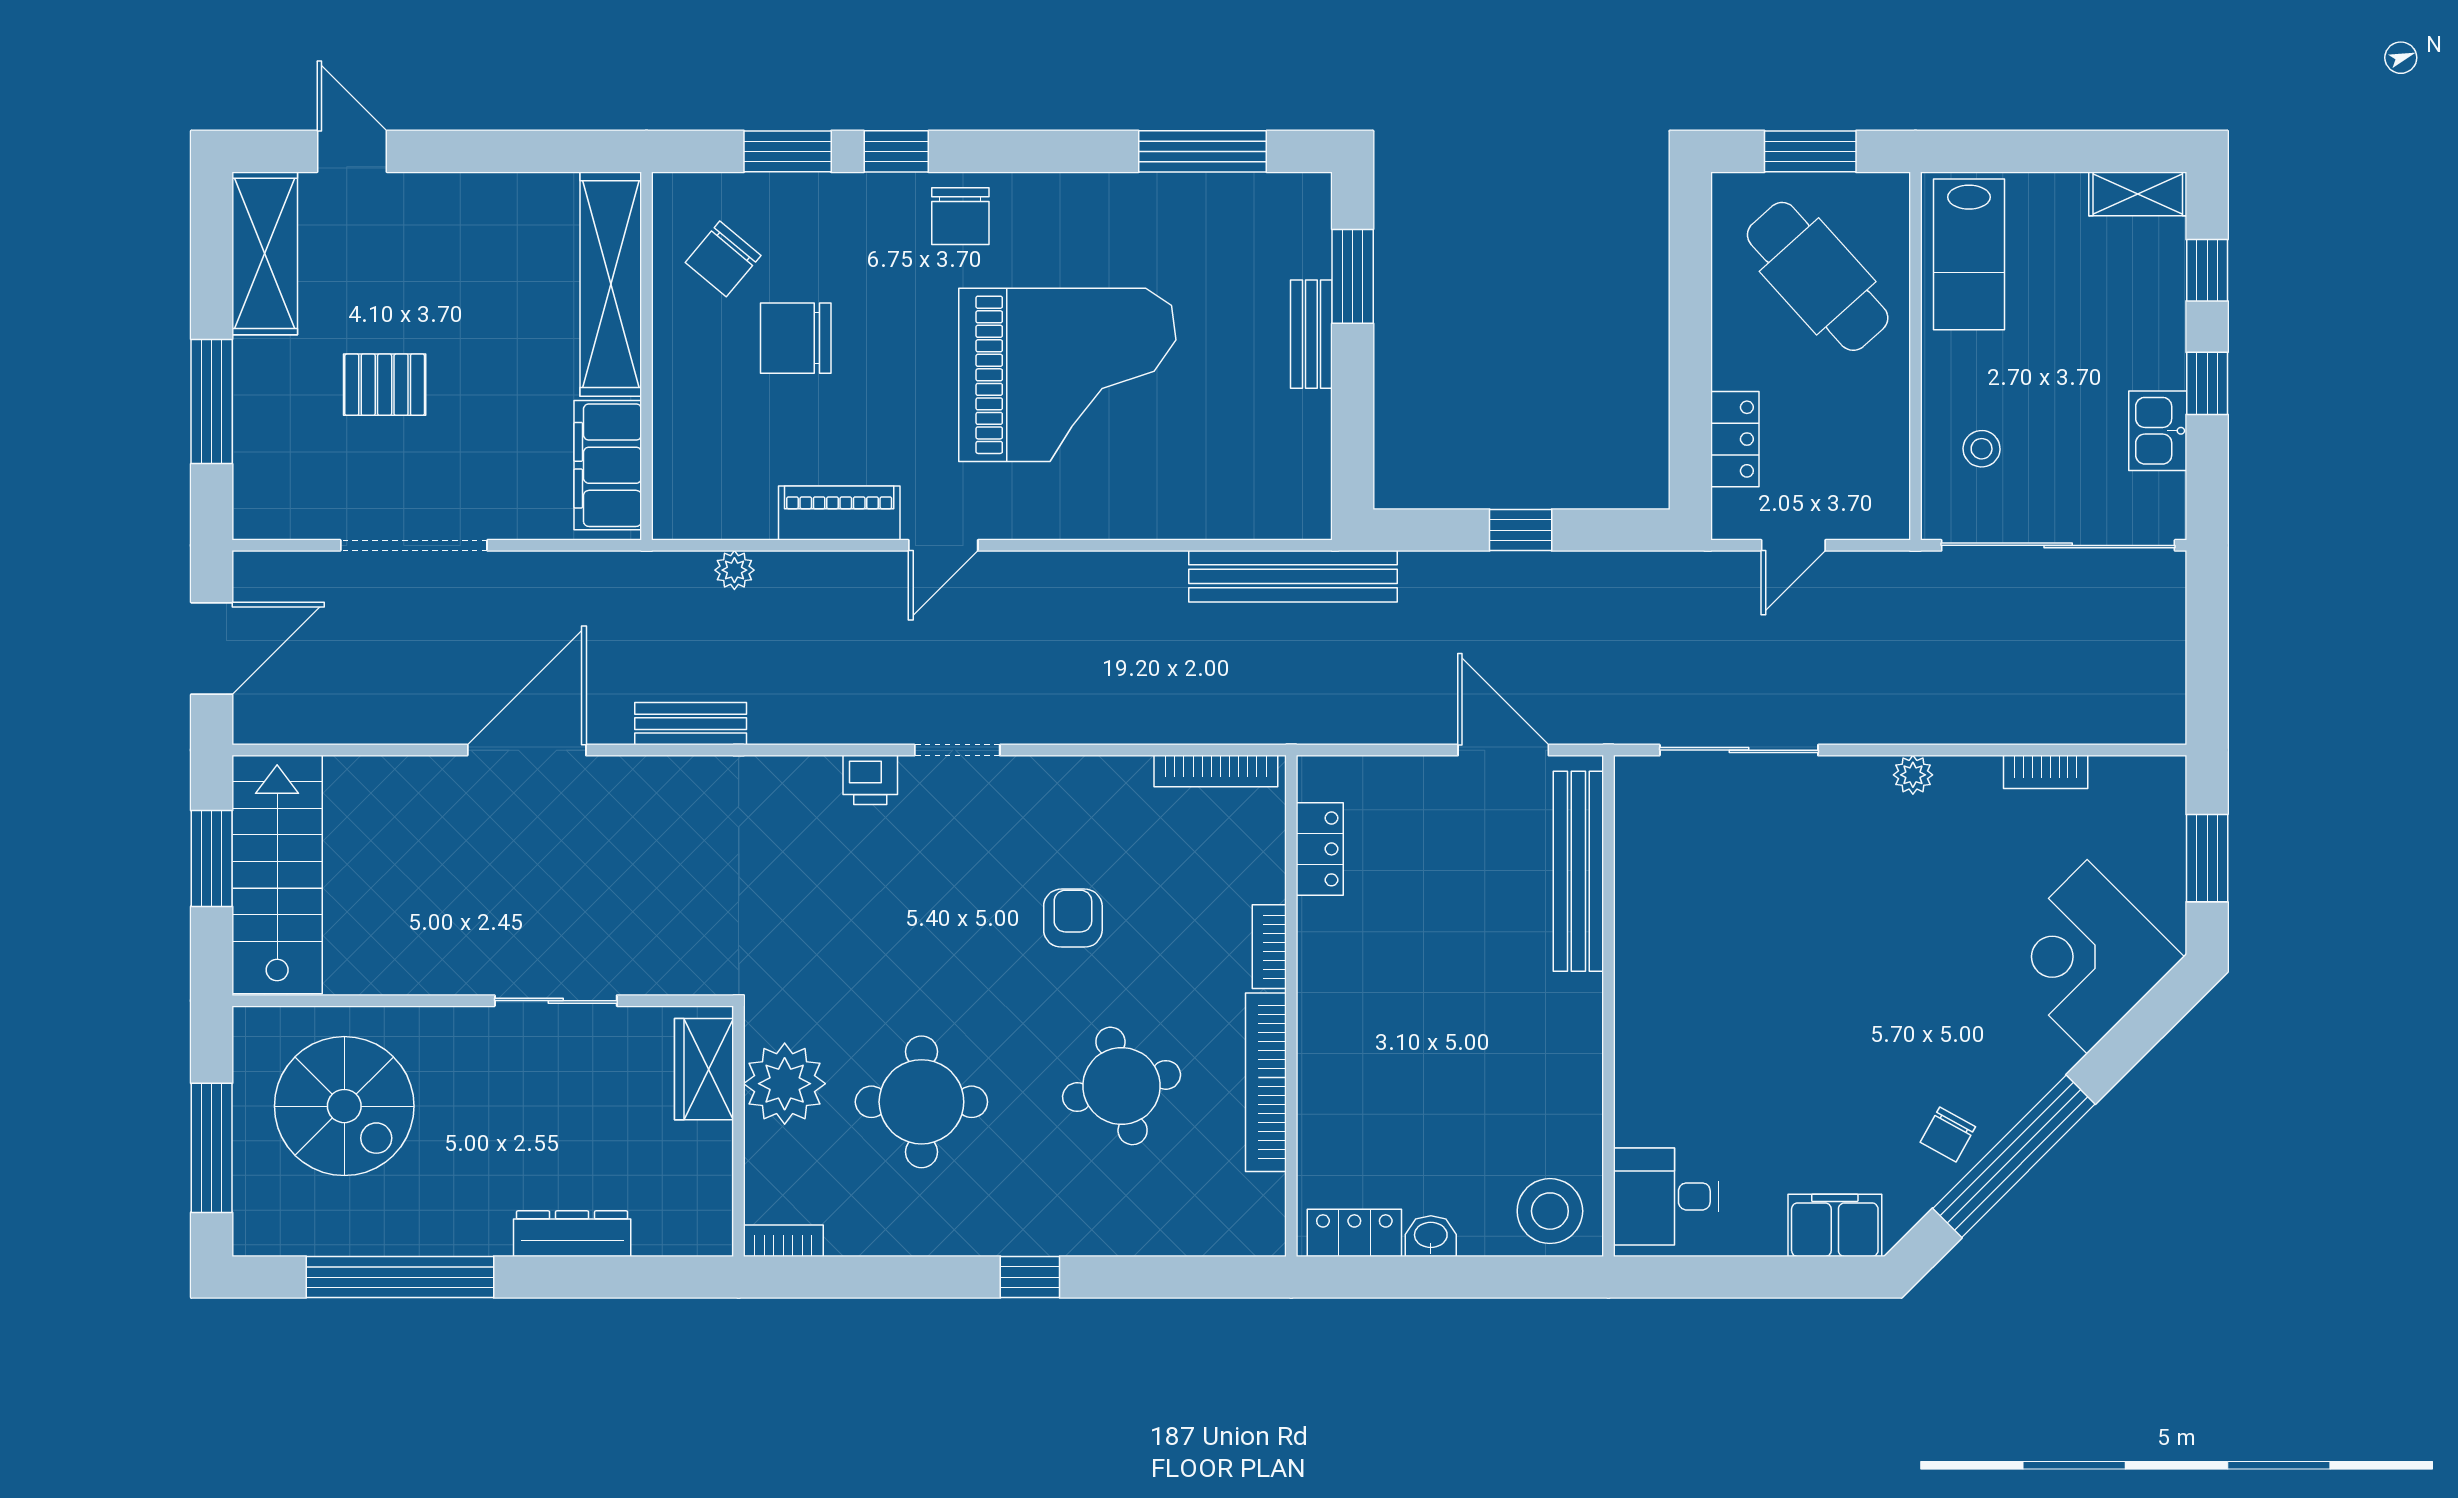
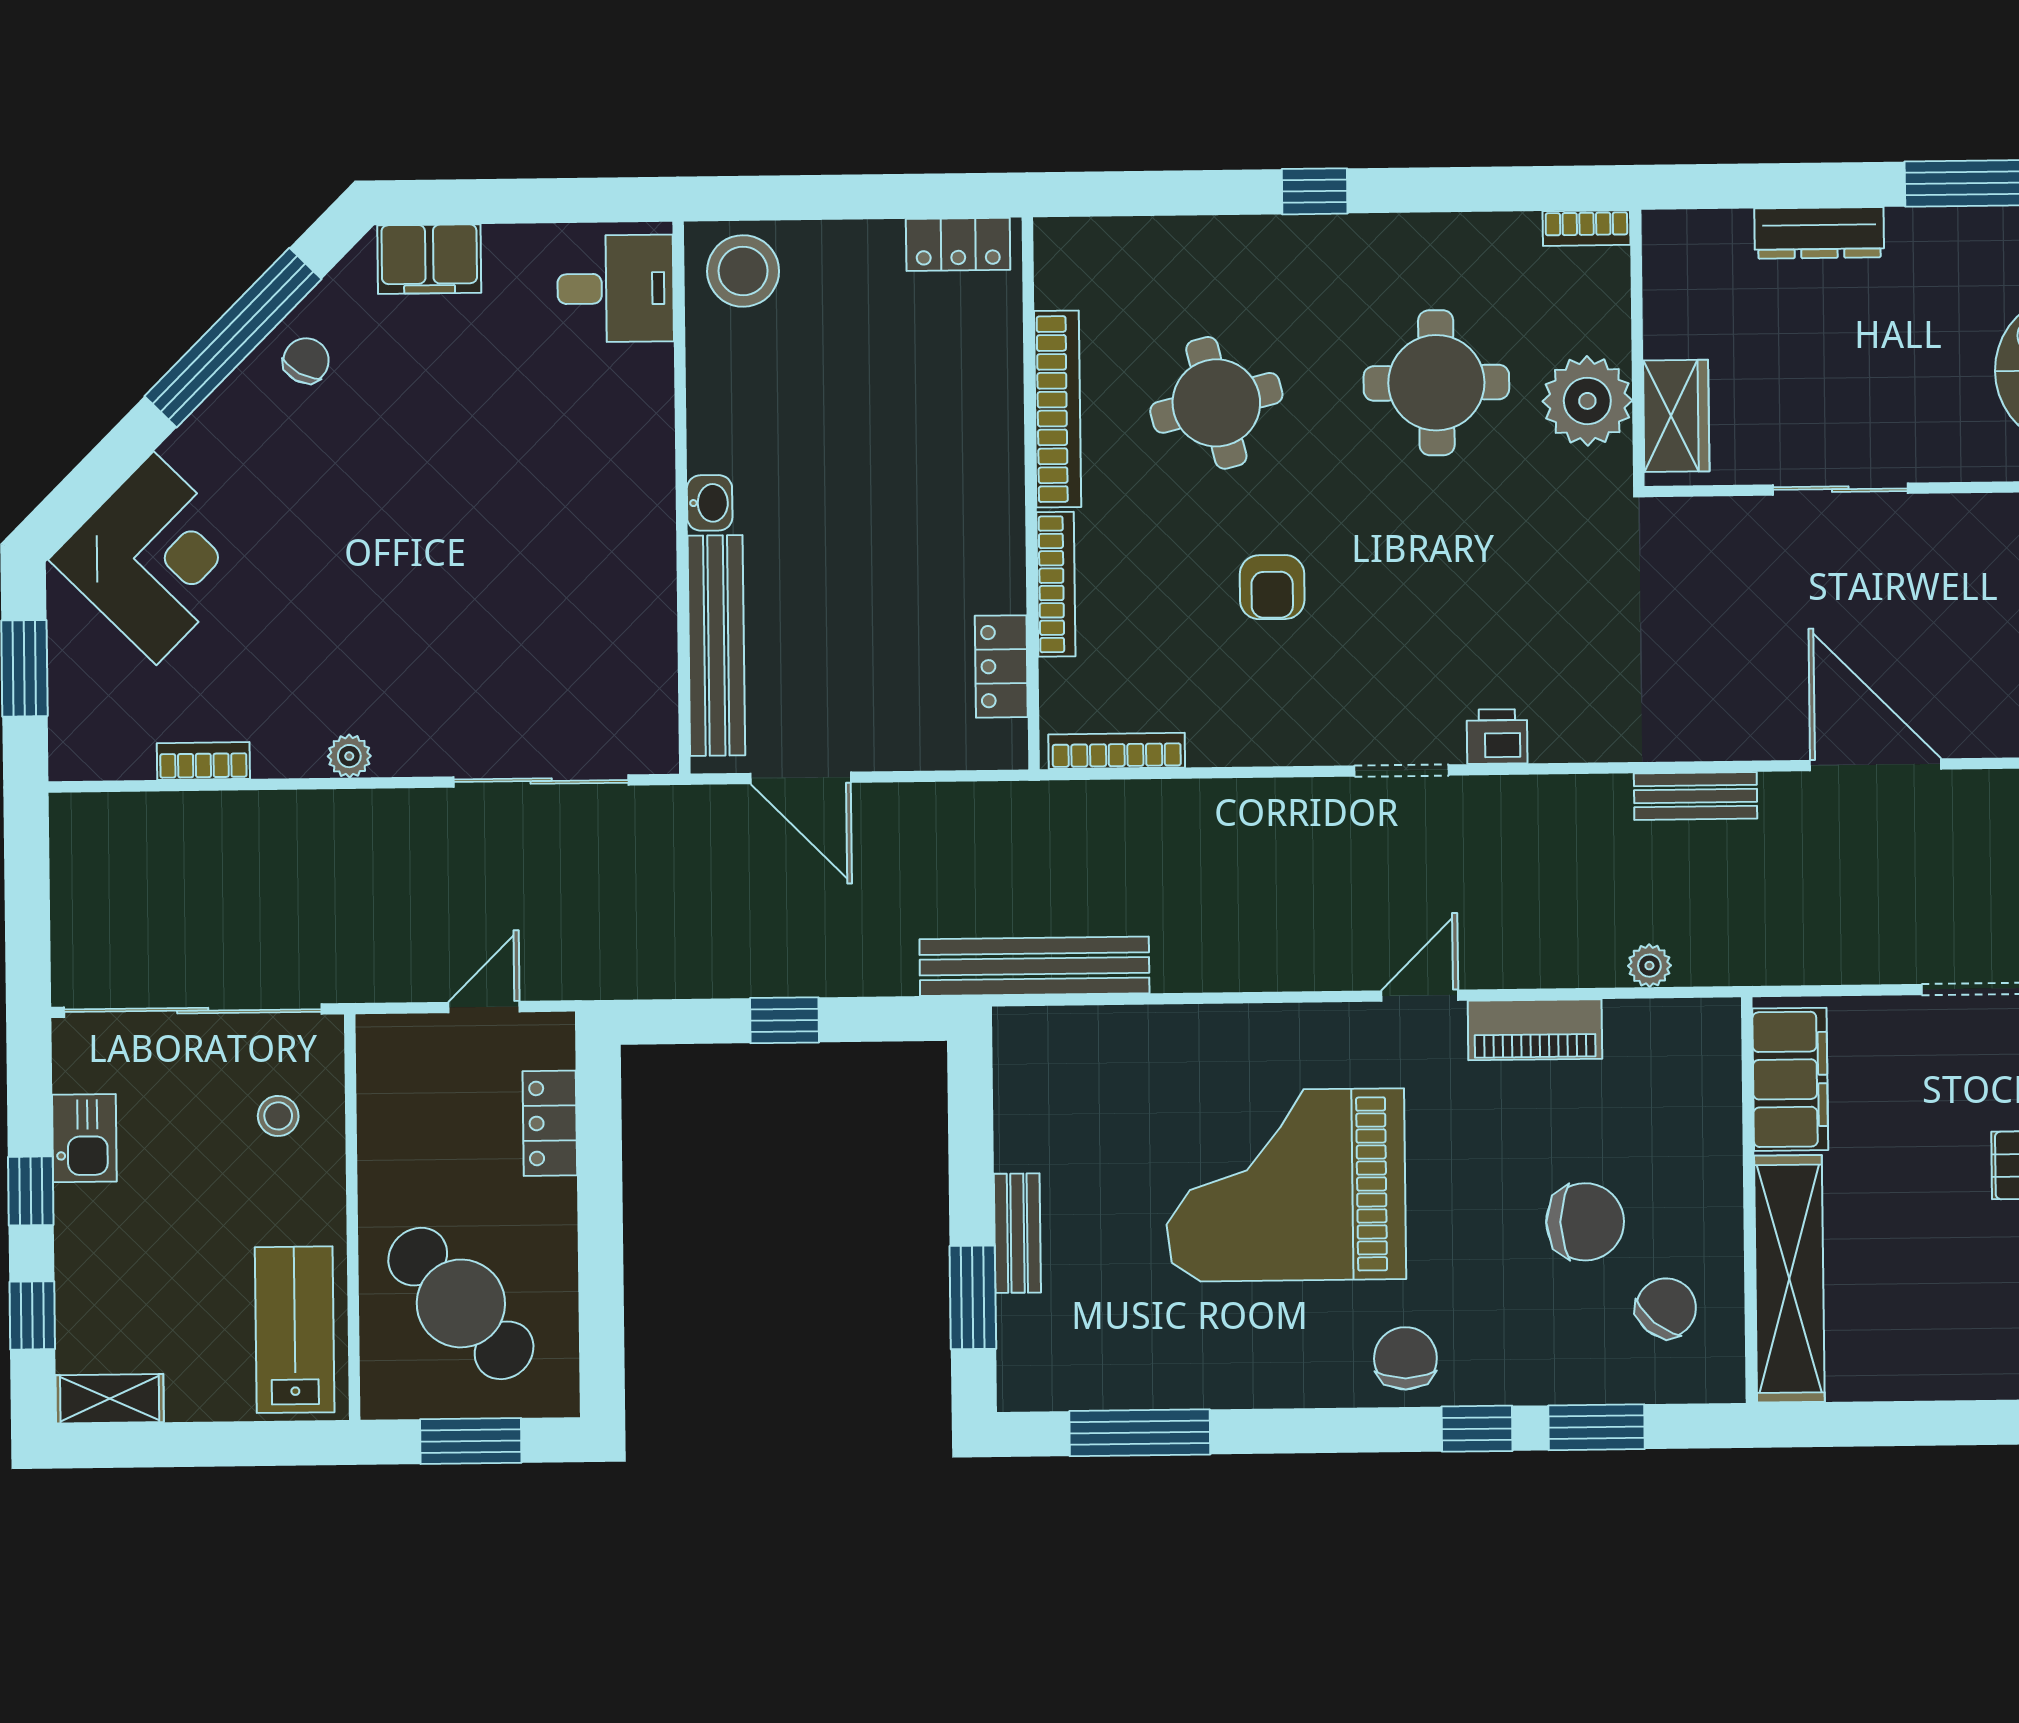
door: (527, 750) -> (1876, 765), swing flipped
bookcase: (1269, 947) -> (1056, 584), width x1.56
washbasin: (1431, 1236) -> (710, 503), moved, turned -90

